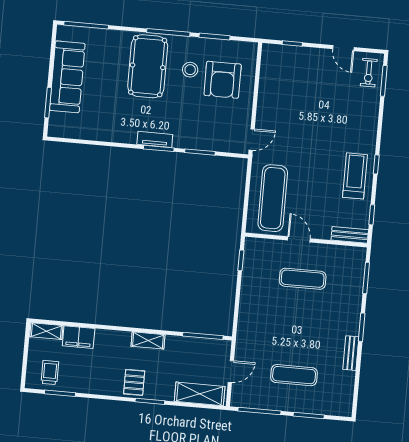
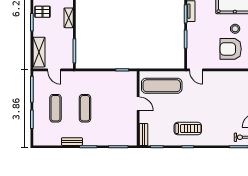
treadmill: (355, 176) -> (188, 129), moved
door: (299, 239) -> (138, 104), hinge flipped
exercise mat: (303, 279) -> (85, 108), moved

